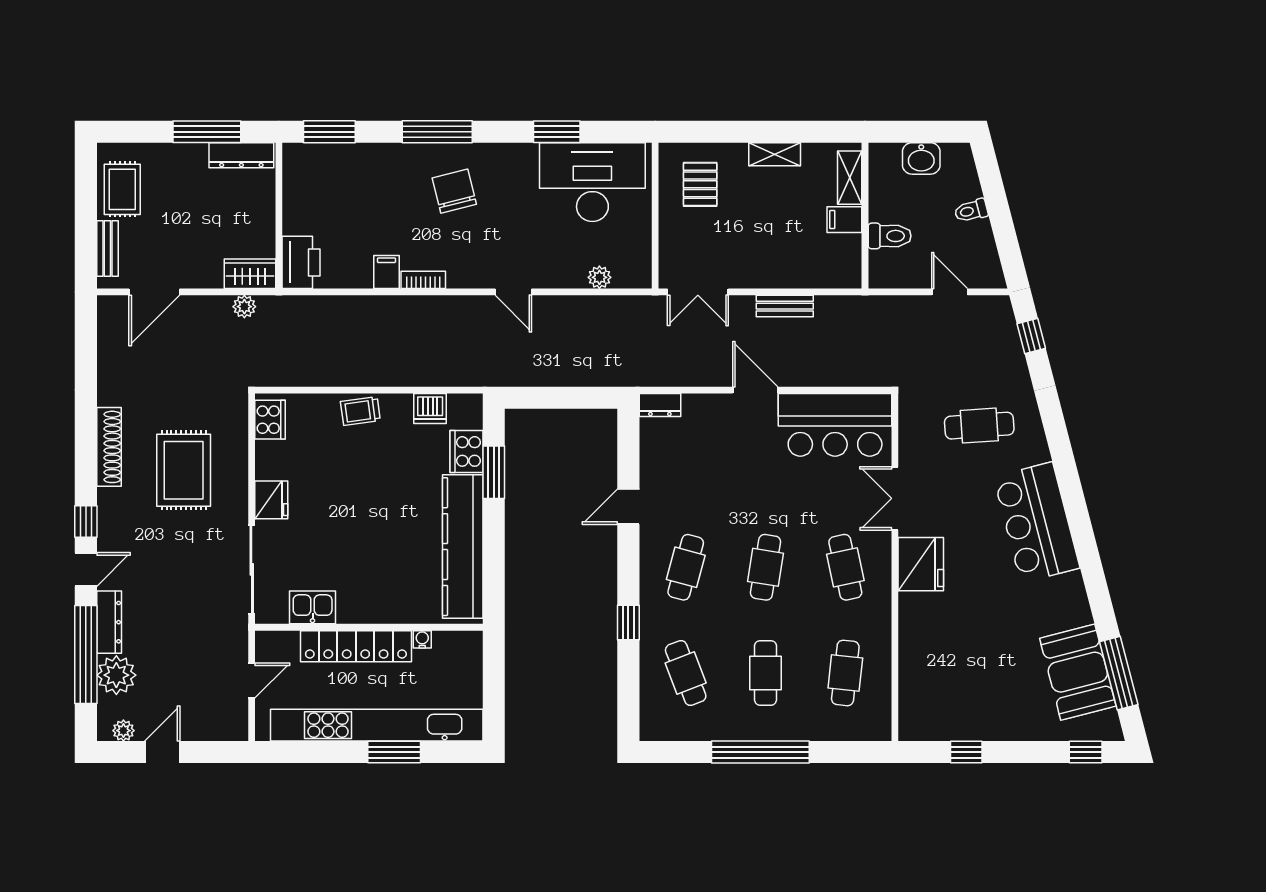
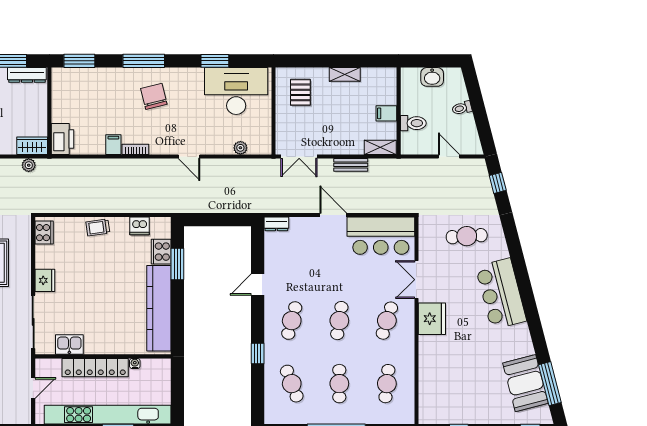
shelving: (850, 178) -> (380, 147), moved, turned 90
cafe table: (845, 567) -> (387, 321), turned 30

